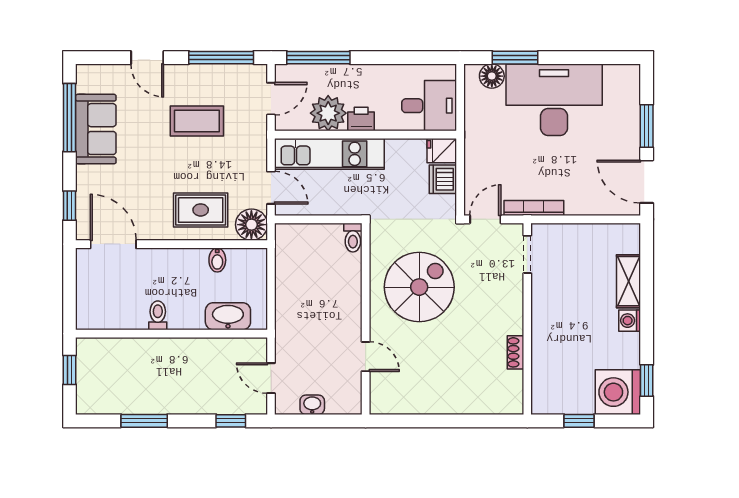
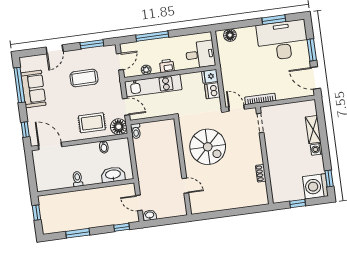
door: (147, 58) -> (55, 49), hinge flipped
window: (221, 58) -> (92, 44), width x0.69
window: (318, 58) -> (152, 36), moved
window: (515, 58) -> (274, 20), moved
desk: (554, 100) -> (282, 40), moved
plant: (328, 113) -> (146, 70), width x0.53, depth x0.53
door: (485, 219) -> (237, 108), hinge flipped
toilet: (353, 238) -> (136, 131), moved
spiral stairs: (419, 287) -> (208, 147), turned 90
washbasin: (312, 405) -> (150, 215), moved

